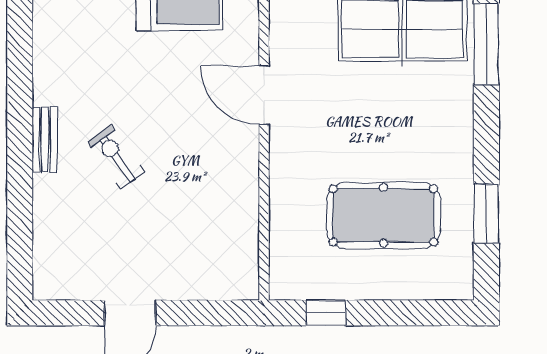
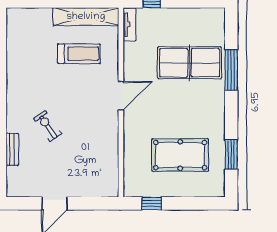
door: (264, 95) -> (121, 96), swing flipped
bench: (45, 140) -> (12, 149), moved

